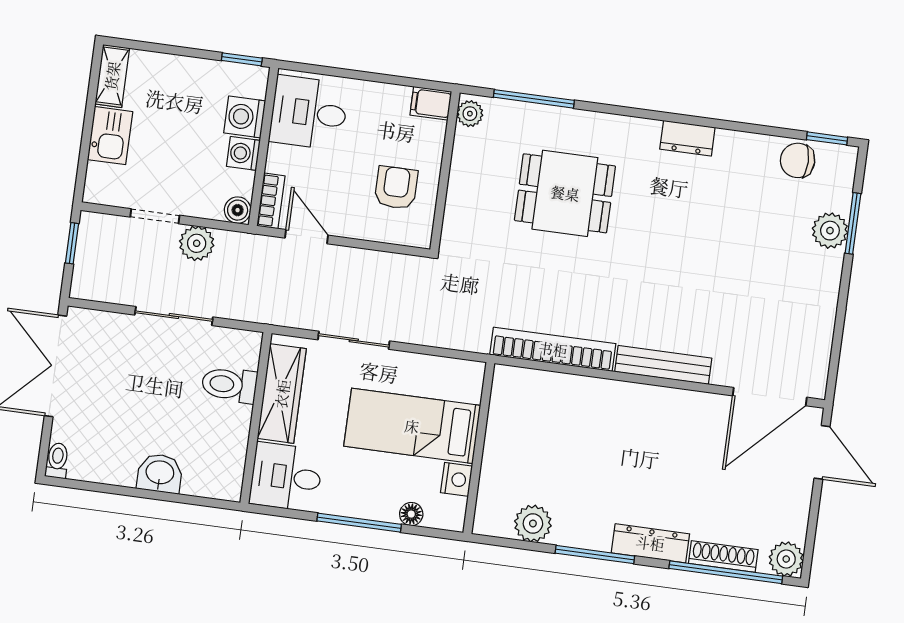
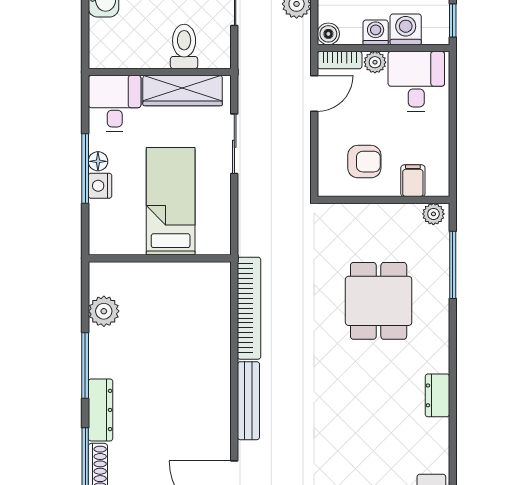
filing cabinet: (431, 103) -> (413, 181), moved
plant: (279, 159) -> (375, 62), added
nightstand: (456, 479) -> (100, 186), moved, turned 90
floor lamp: (411, 514) -> (98, 161), moved

